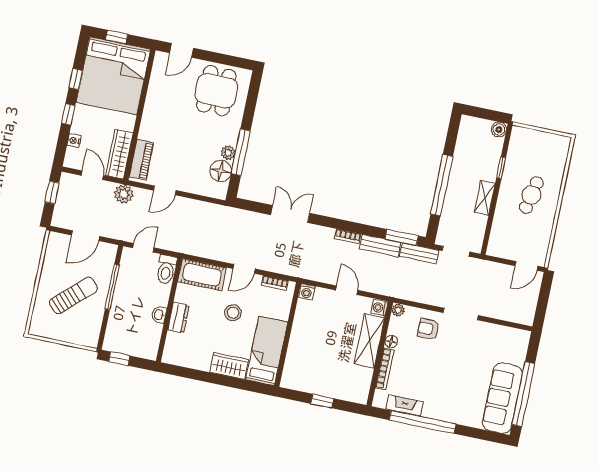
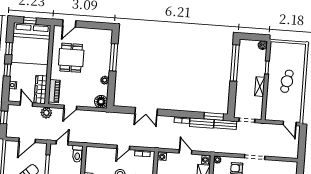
dining table: (216, 91) -> (71, 58), moved
window: (241, 152) -> (114, 57), moved
floor lamp: (221, 171) -> (101, 102), moved
window: (442, 185) -> (235, 63), moved
double door: (290, 214) -> (146, 111), swing flipped
door: (526, 266) -> (290, 123), hinge flipped
cot: (202, 275) -> (99, 154), removed

